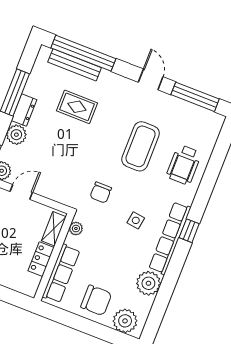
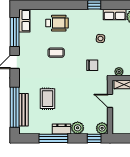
row of seats: (206, 118) -> (24, 21), added
coffee table: (141, 146) -> (56, 53), width x0.54, depth x0.58
door: (21, 192) -> (110, 101), moved
row of seats: (170, 238) -> (115, 15), width x0.50

